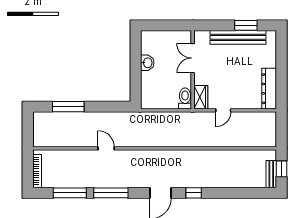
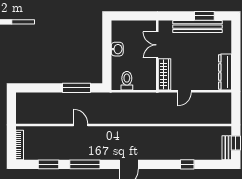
wardrobe: (201, 97) -> (165, 74), width x1.50
toilet: (185, 98) -> (127, 81), moved
window: (68, 107) -> (76, 88), moved
window: (70, 193) -> (48, 164), width x0.69
window: (194, 193) -> (187, 164), moved

